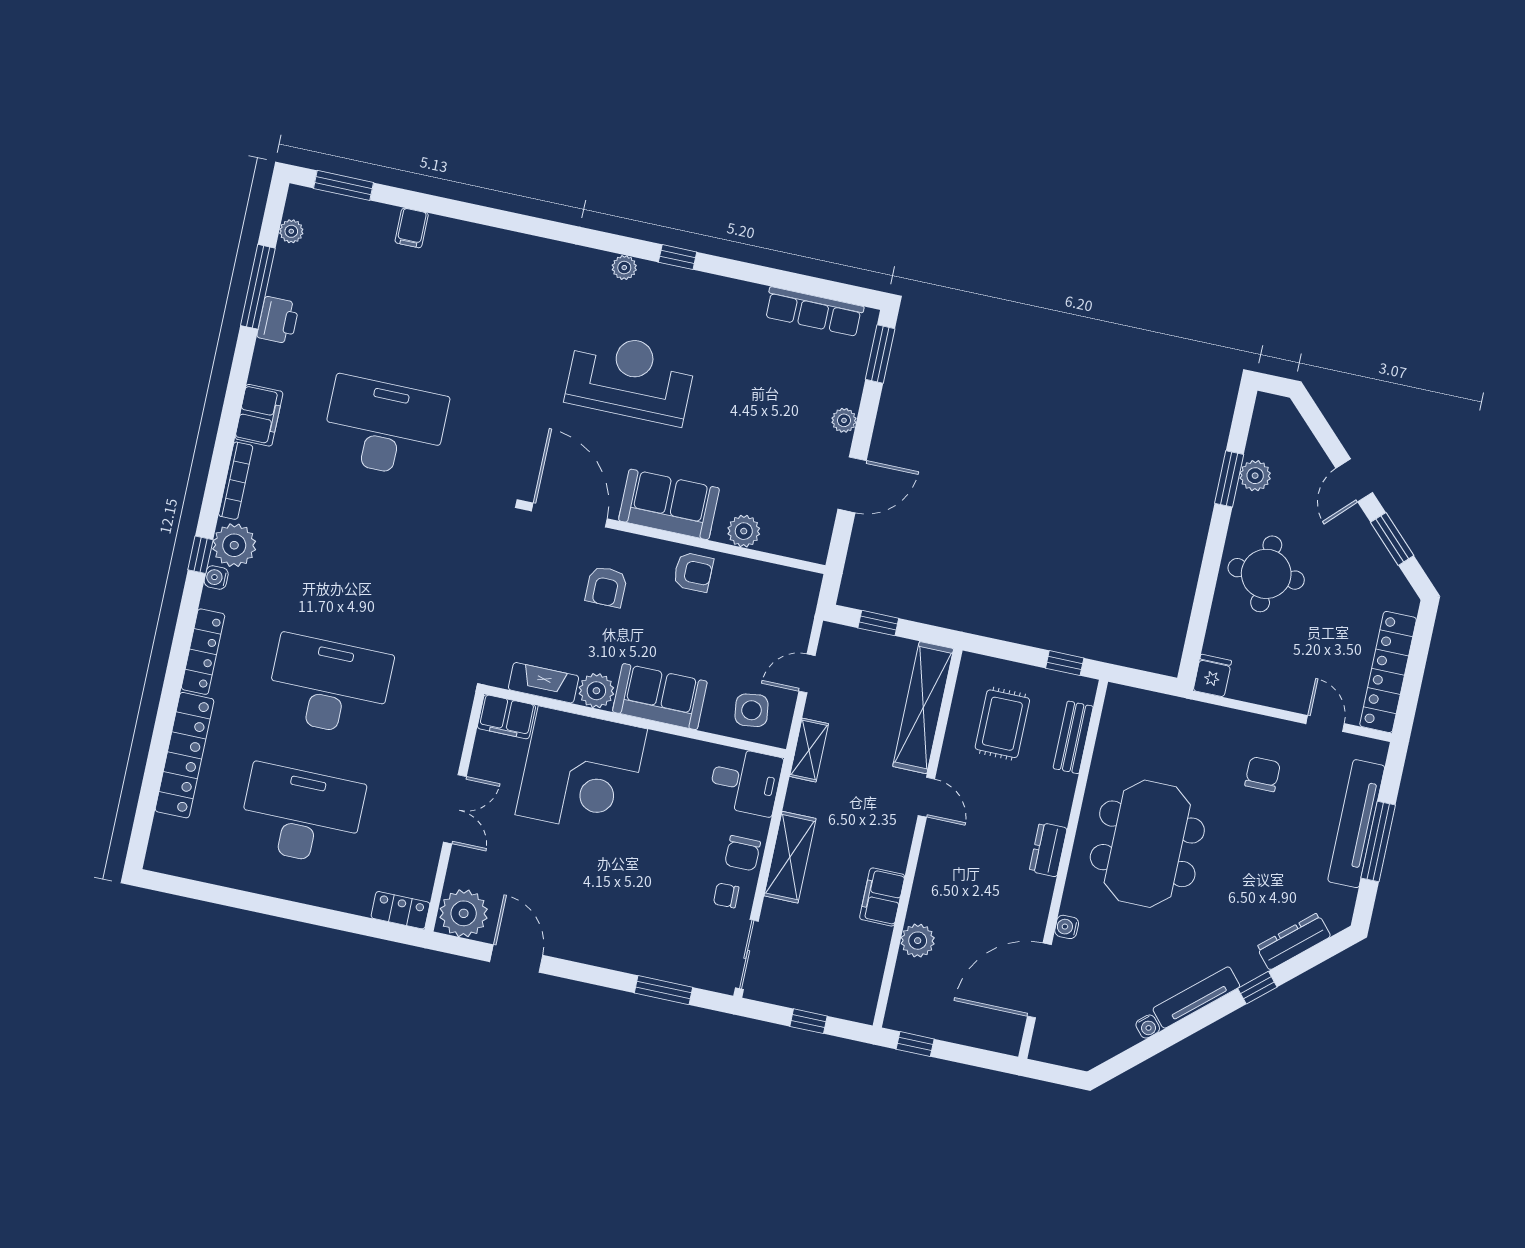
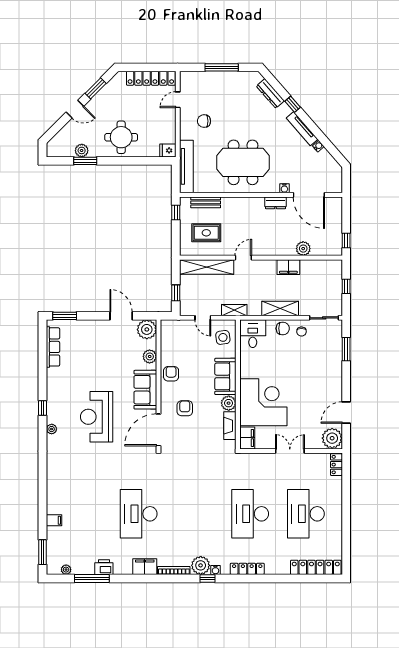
plant: (844, 420) -> (147, 329), moved, width x1.87, depth x1.87
armchair: (606, 587) -> (185, 408), turned -90
locker: (185, 755) -> (316, 567), moved
tv unit: (1356, 824) -> (186, 166), moved, turned -90
dresser: (1048, 850) -> (276, 203), moved

